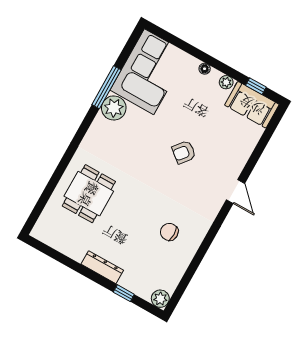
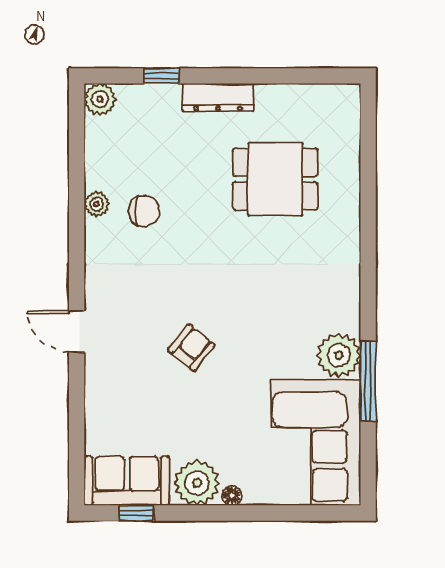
plant: (226, 82) -> (197, 483), width x1.88, depth x1.88
dining table: (89, 194) -> (275, 179), moved, turned 90
plant: (191, 248) -> (97, 204), added

